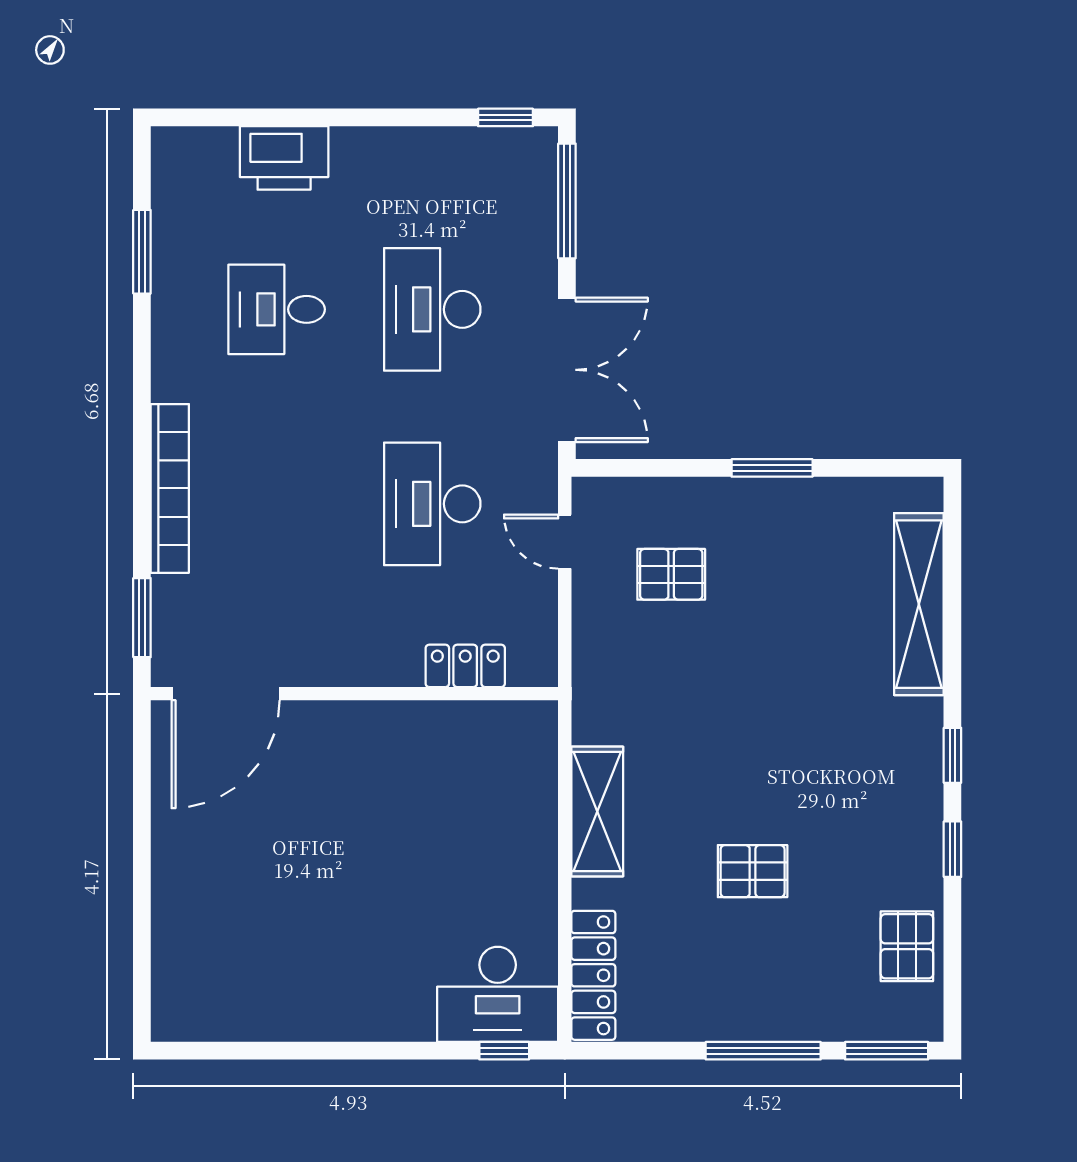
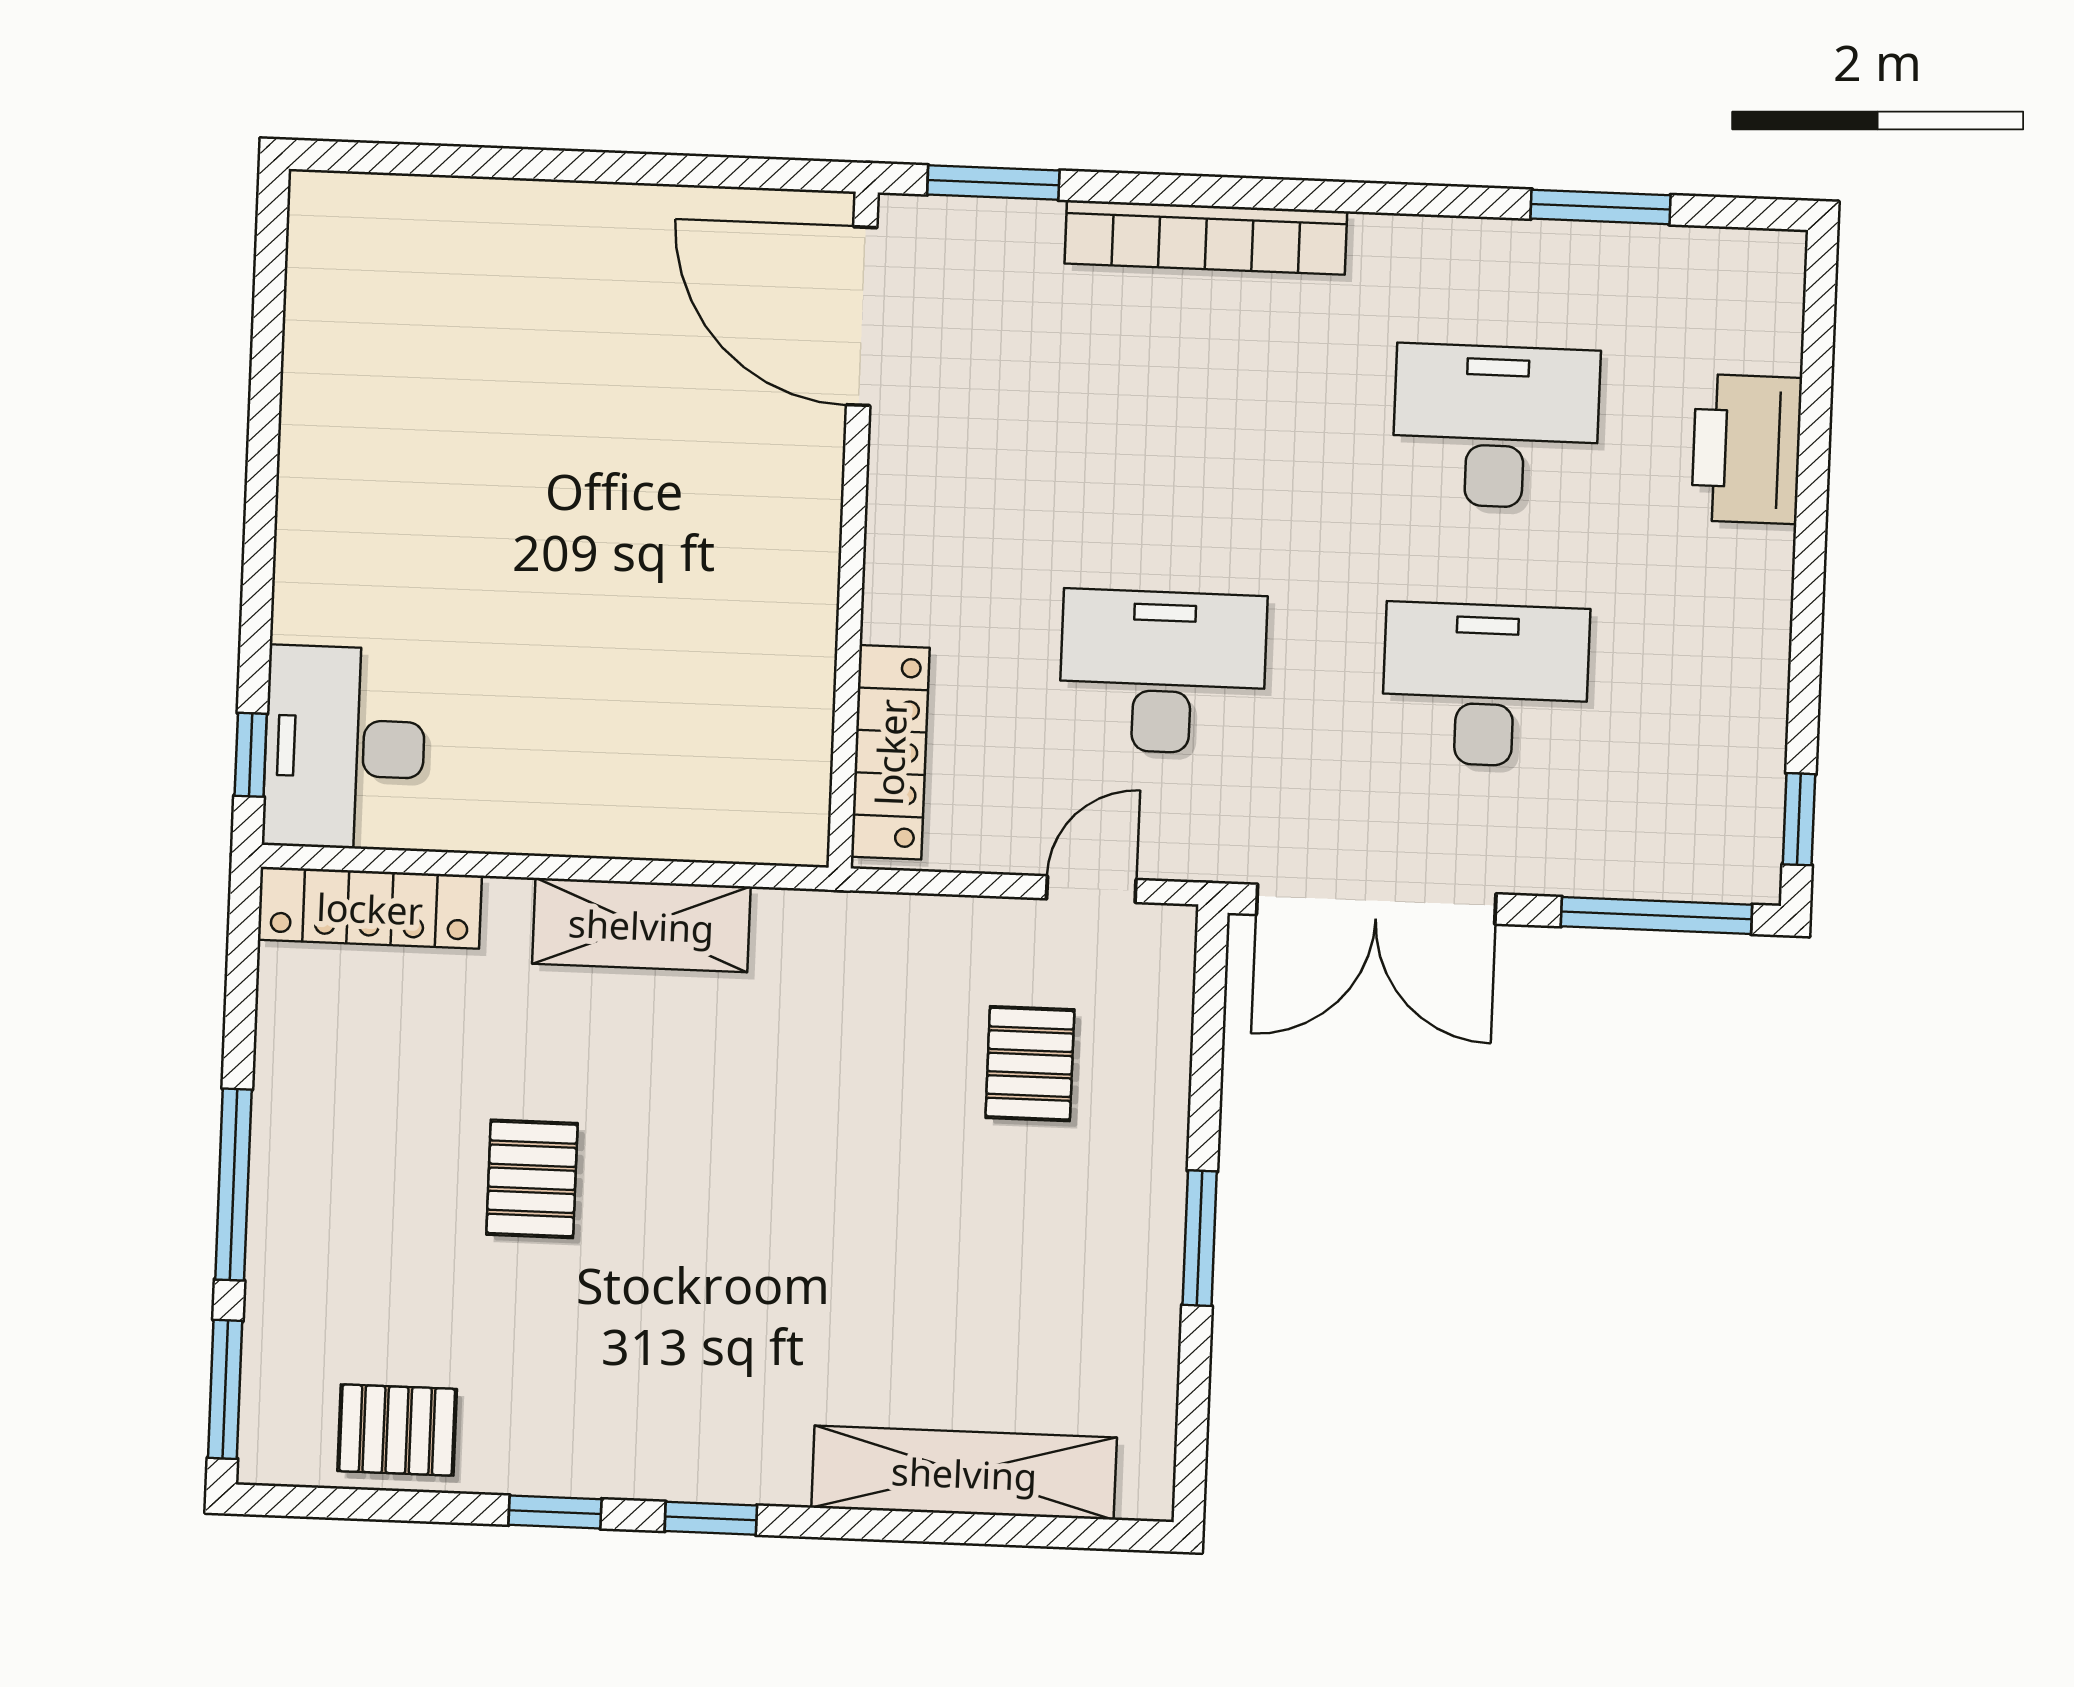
desk: (277, 309) -> (1496, 426), width x1.37
locker: (465, 666) -> (890, 752), width x1.53

